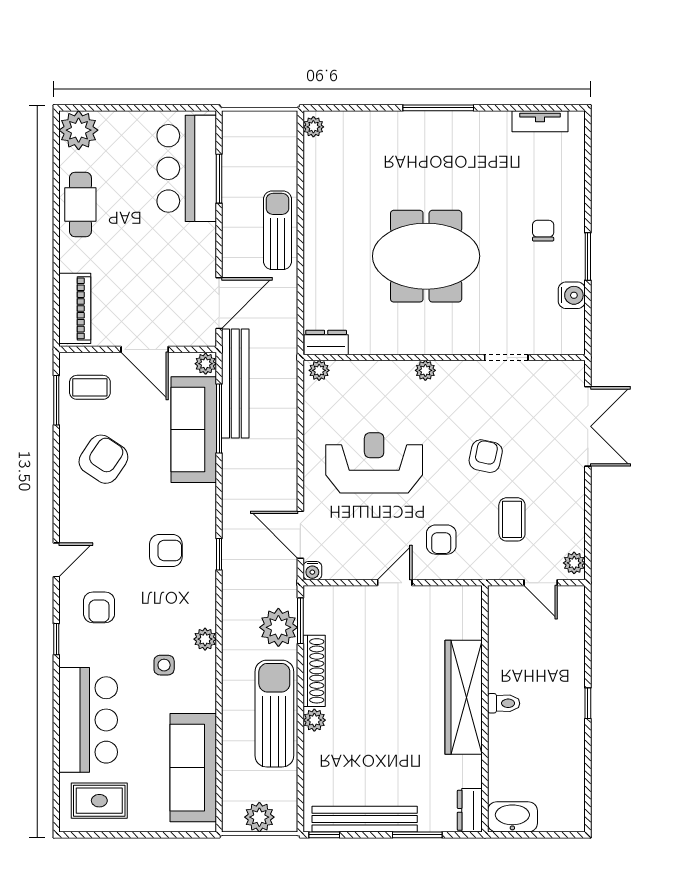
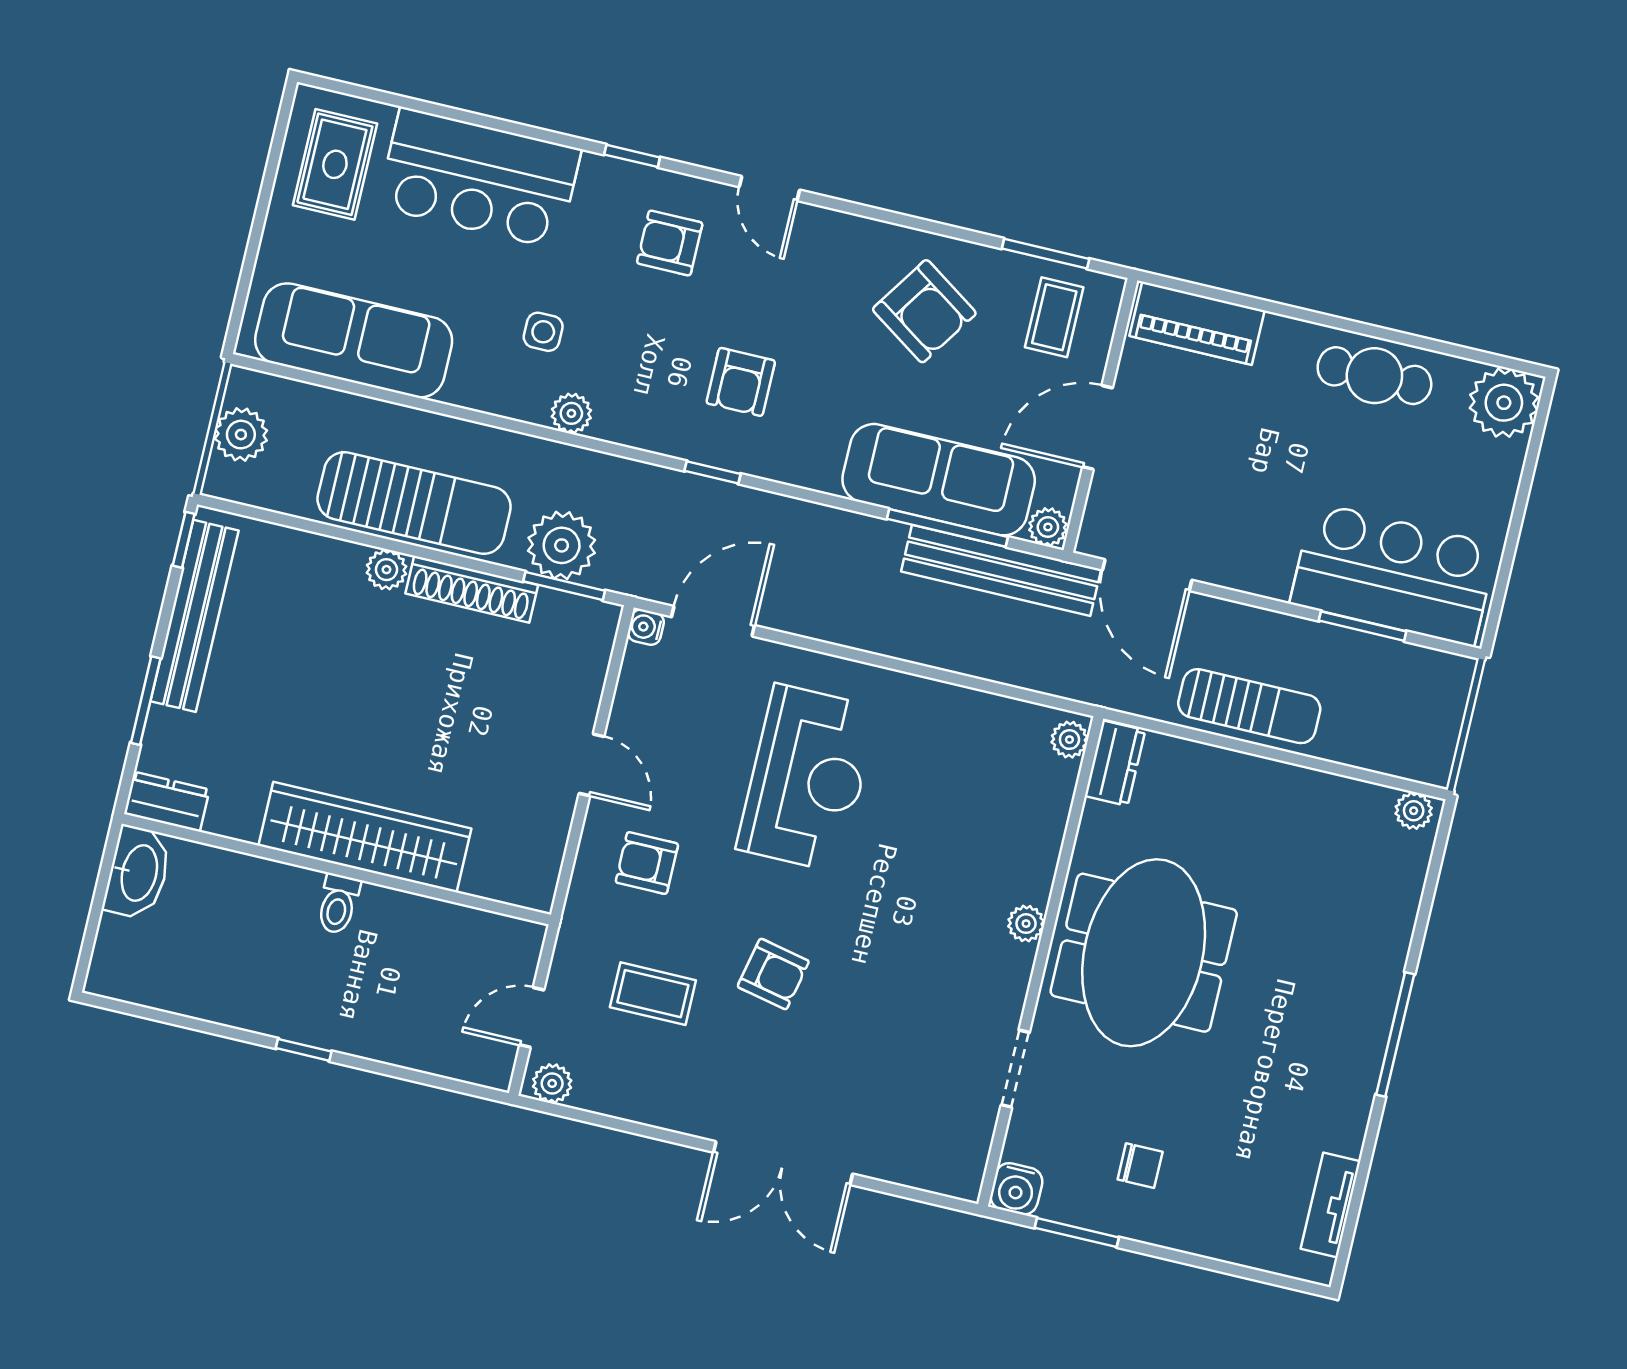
dresser: (326, 342) -> (1115, 763), moved
wall: (444, 357) -> (1041, 961), moved
doorway: (506, 357) -> (1015, 1069), moved
plant: (319, 370) -> (1069, 740), moved
plant: (425, 370) -> (1026, 924), moved

